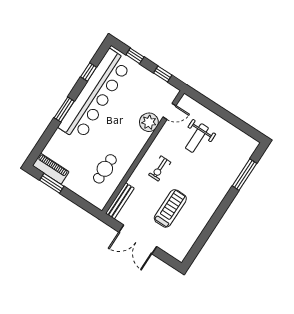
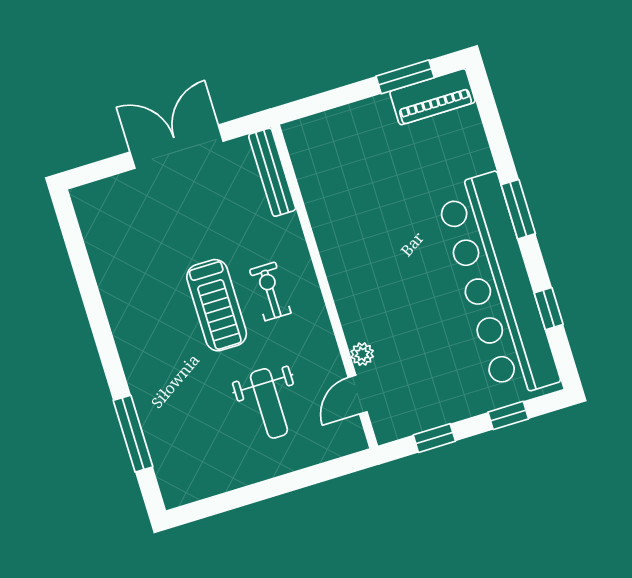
plant: (149, 122) -> (362, 354), width x0.53, depth x0.53
weight bench: (197, 138) -> (269, 403), turned 180
cafe table: (105, 169) -> (351, 193), removed
treadmill: (170, 208) -> (217, 305), moved

